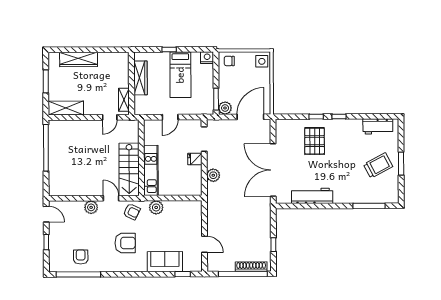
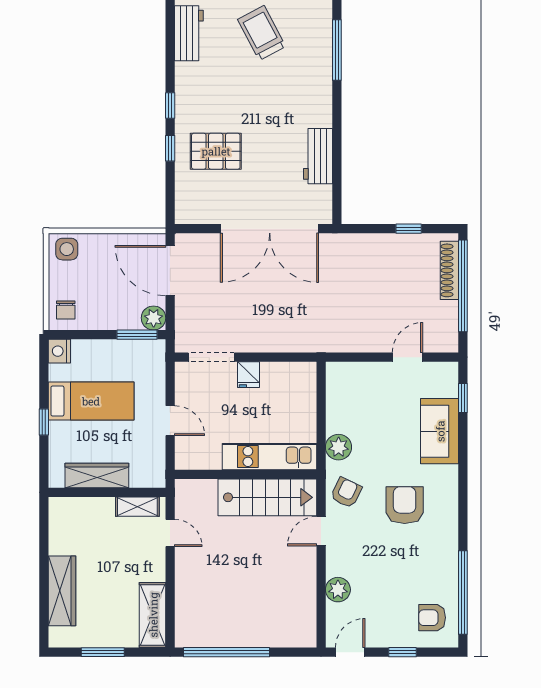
plant: (213, 175) -> (279, 340), removed
workbench: (312, 196) -> (318, 156), width x0.73
plant: (91, 207) -> (338, 590), moved
armchair: (81, 257) -> (432, 618), moved

